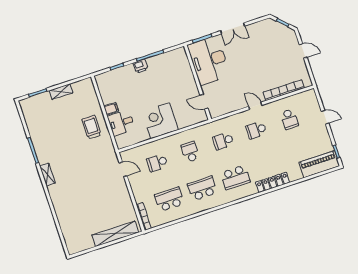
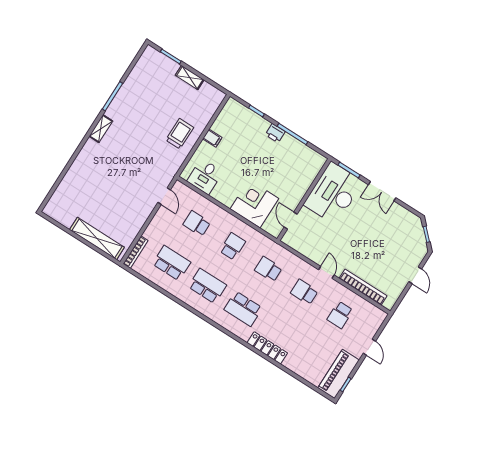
corner desk: (160, 121) -> (254, 204), moved
desk: (121, 123) -> (205, 176), moved, turned -90
piano: (319, 164) -> (339, 374), moved, turned -90

